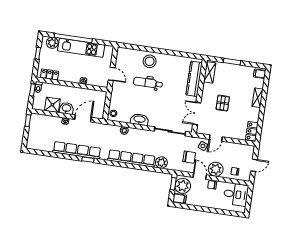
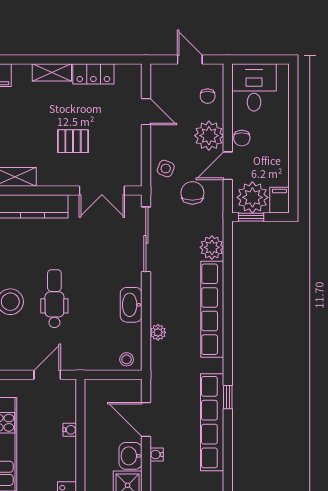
dental chair: (148, 83) -> (54, 299), turned 180
locker: (252, 131) -> (93, 74), moved
door: (216, 138) -> (146, 112), moved

